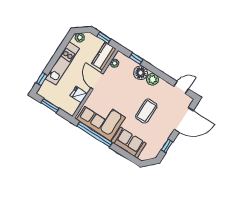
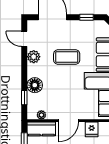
plant: (153, 79) -> (34, 57), moved

